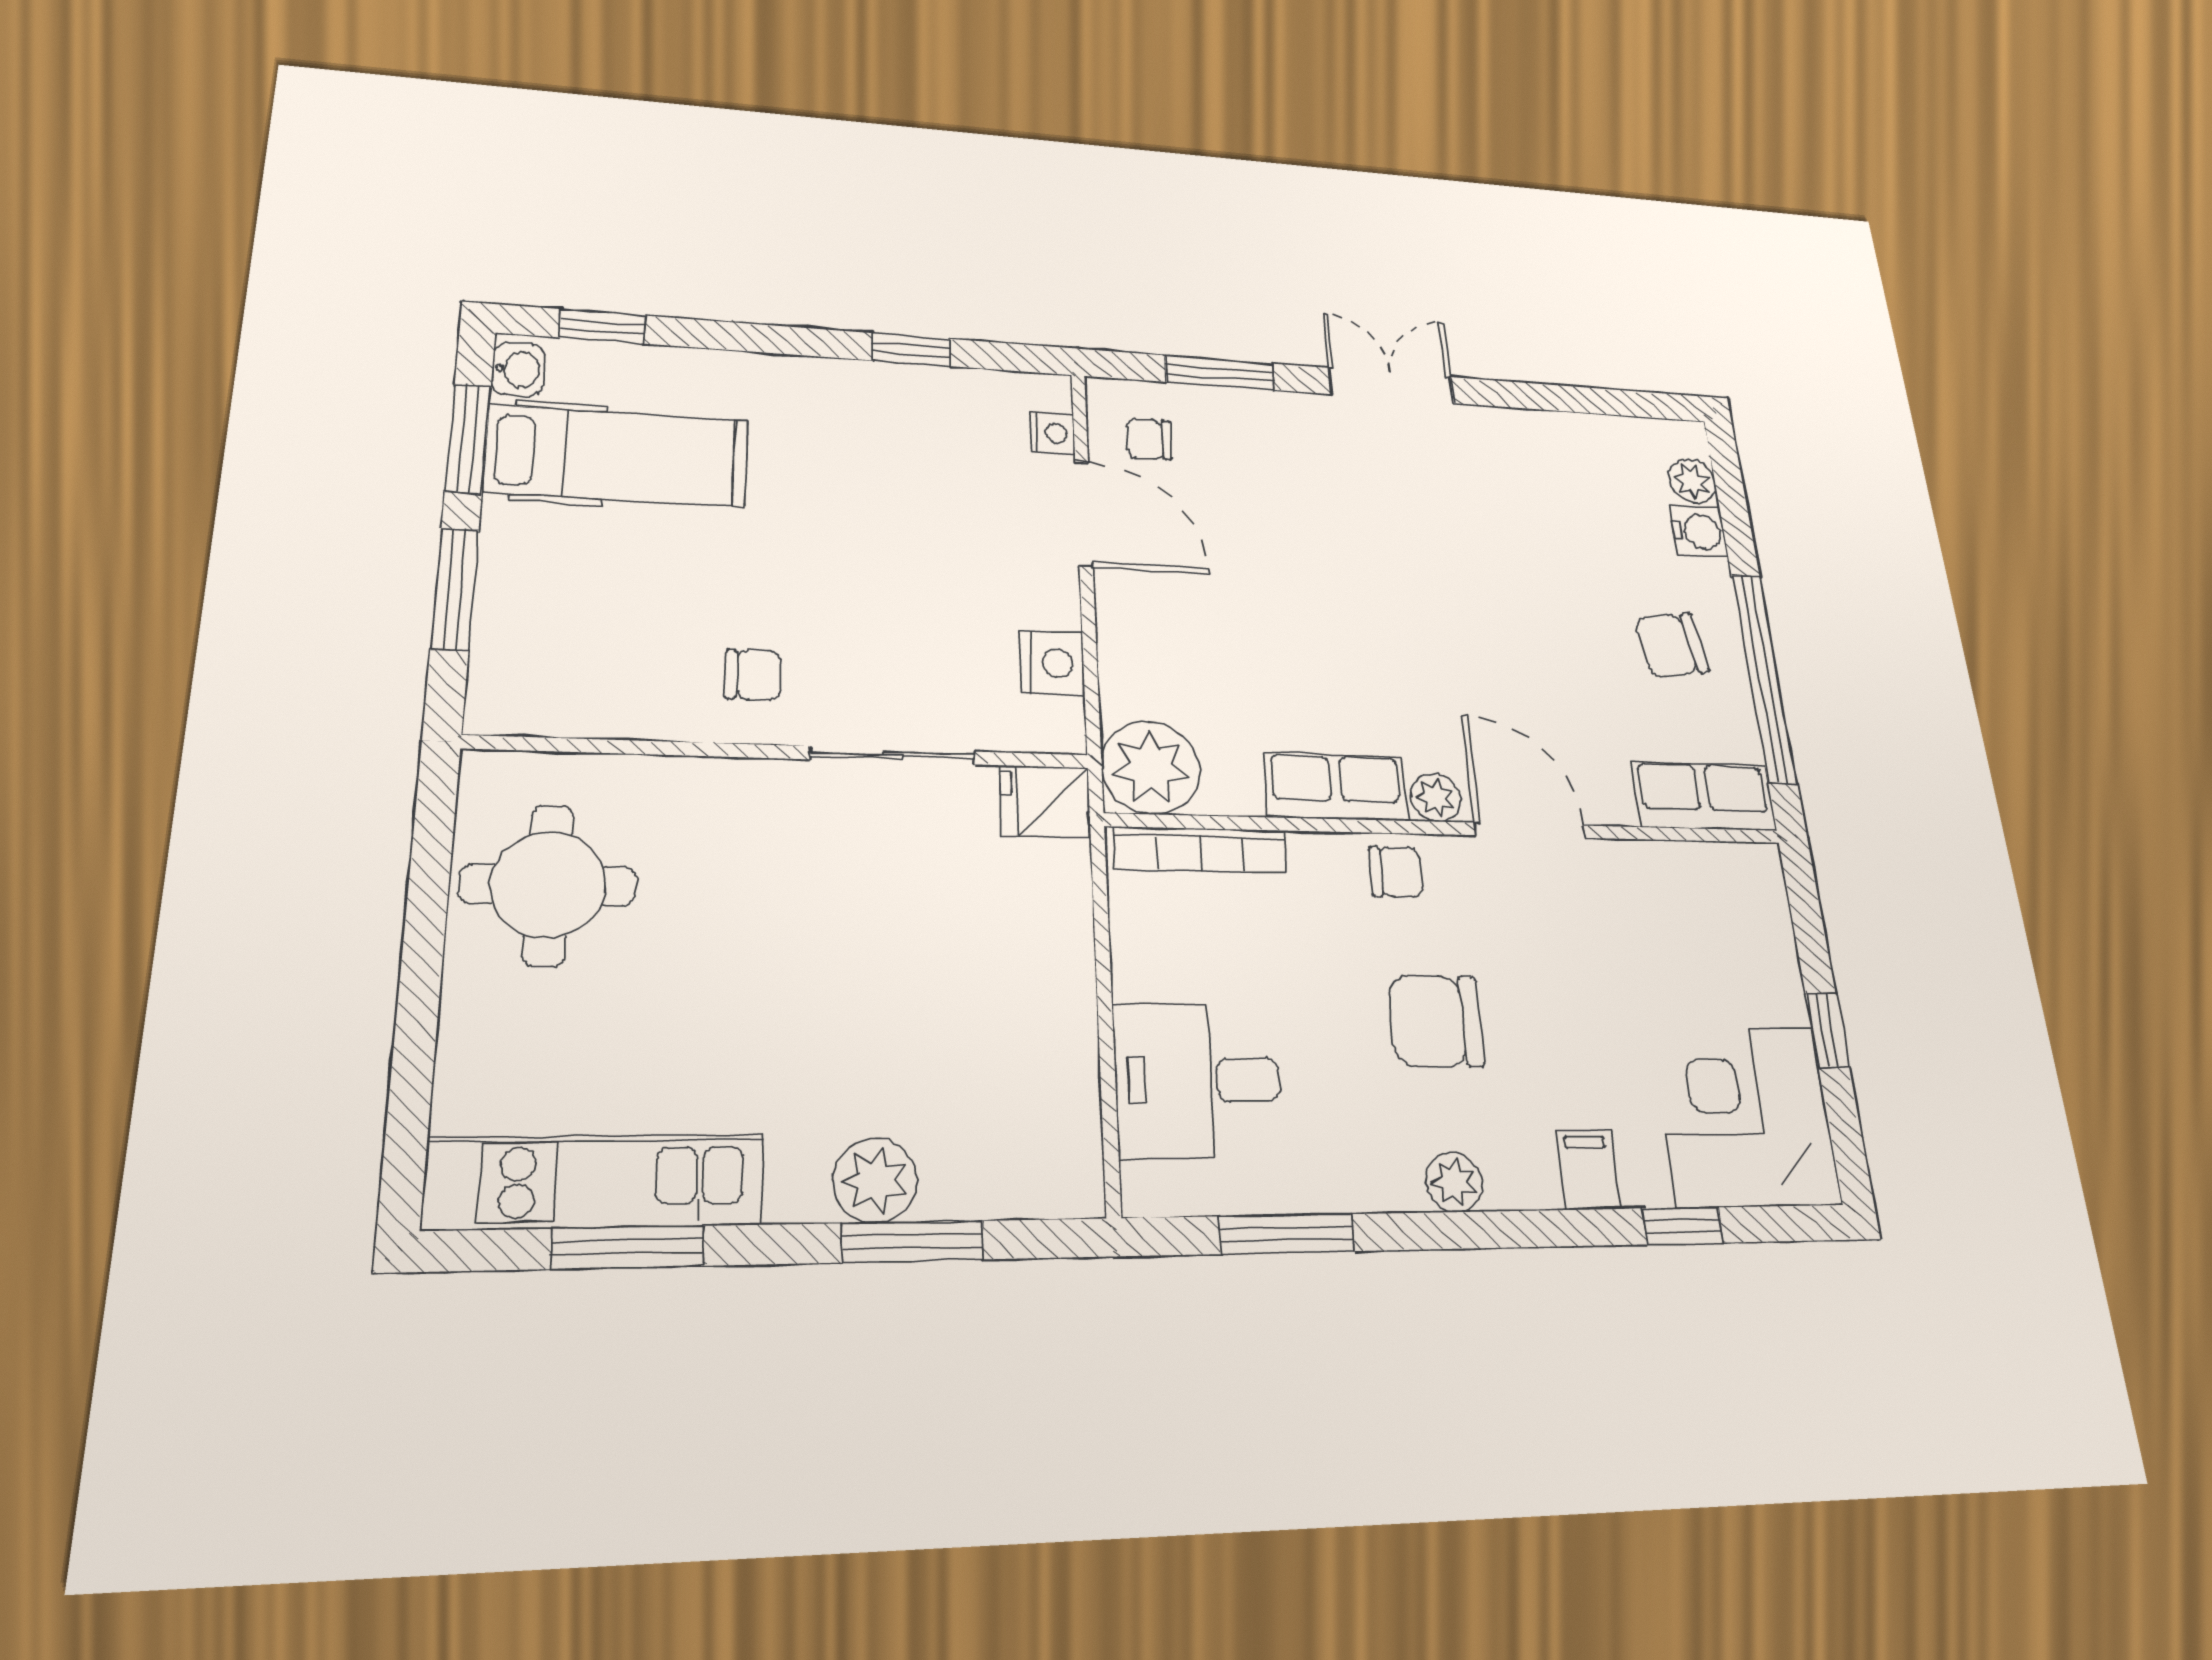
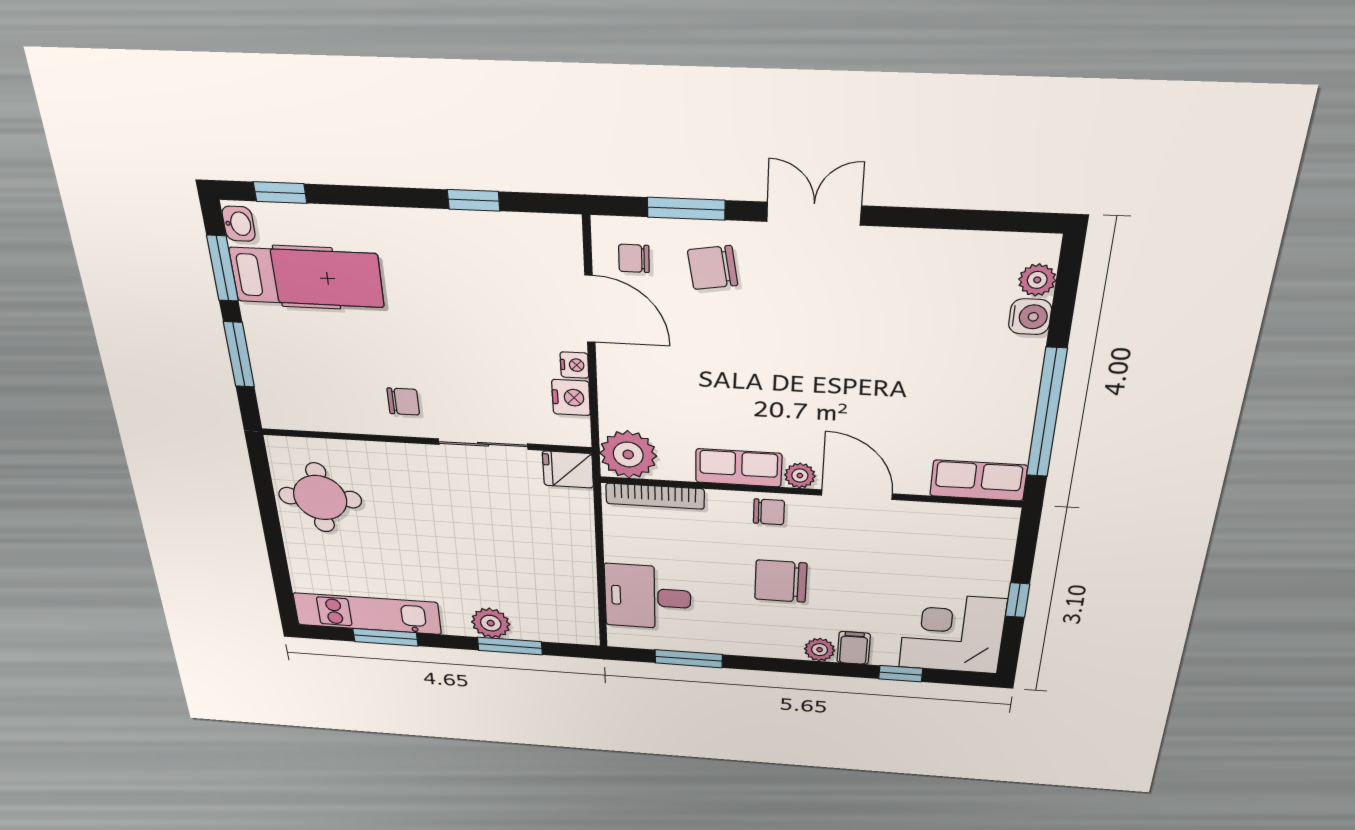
nightstand: (1052, 433) -> (574, 365), moved
chair: (1672, 645) -> (713, 268), moved
plant: (1454, 1182) -> (820, 650), moved

